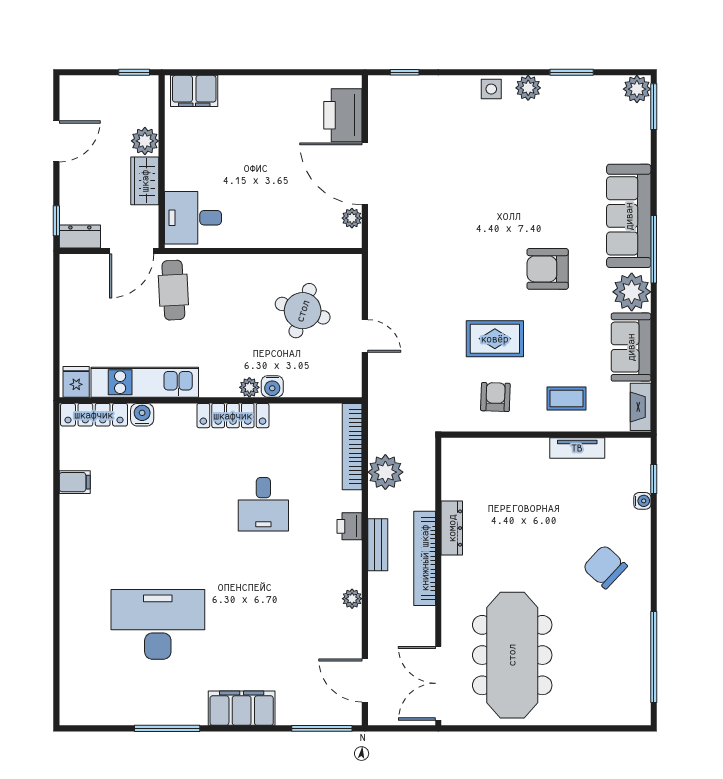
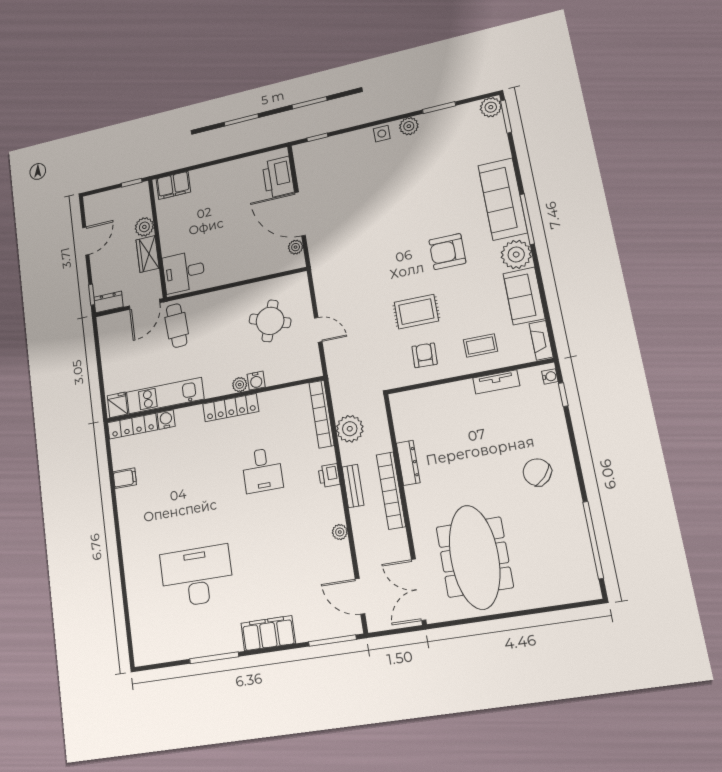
water cooler: (642, 501) -> (550, 376), moved

